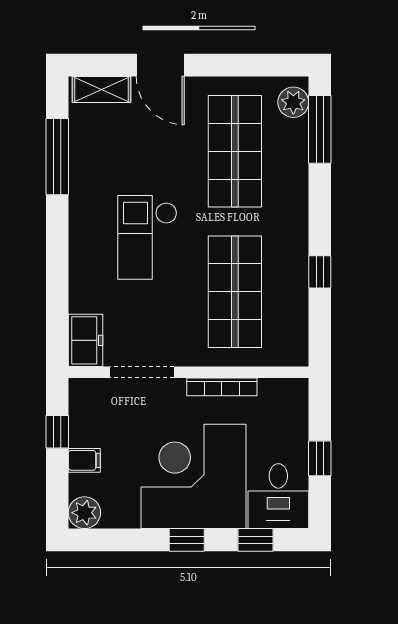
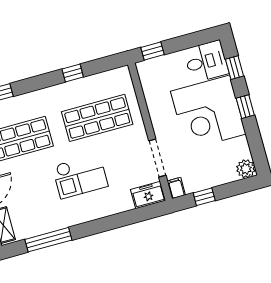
bookcase: (222, 387) -> (153, 111), removed
window: (320, 458) -> (152, 51), moved
filing cabinet: (84, 460) -> (176, 188), moved

